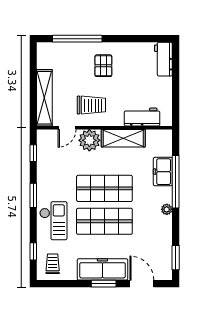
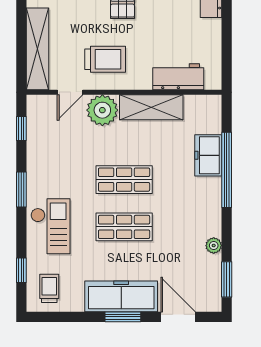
shop shelf: (104, 188) -> (124, 180), width x0.70, depth x0.74
plant: (167, 209) -> (214, 246), moved
shop shelf: (104, 221) -> (124, 227), width x0.70, depth x0.74

